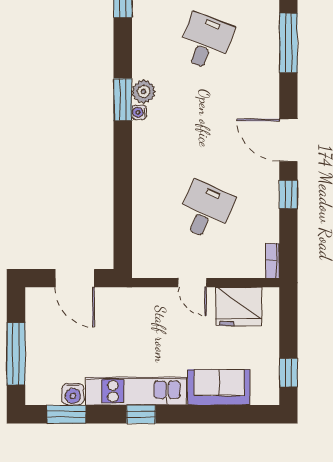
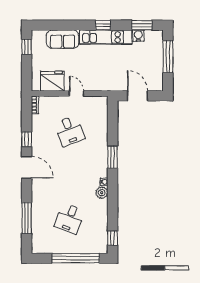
window: (123, 100) -> (113, 157), moved
desk: (206, 211) -> (70, 131), turned -45

